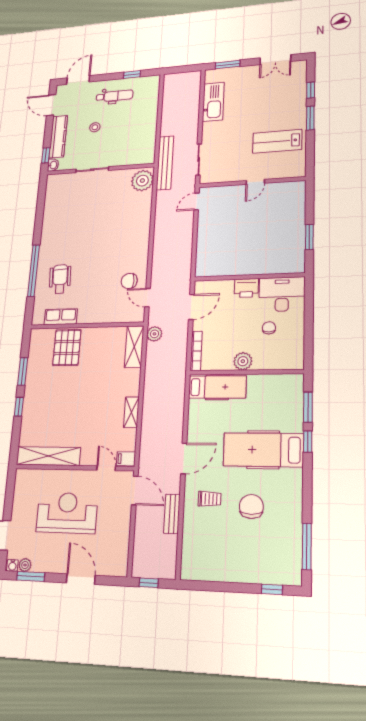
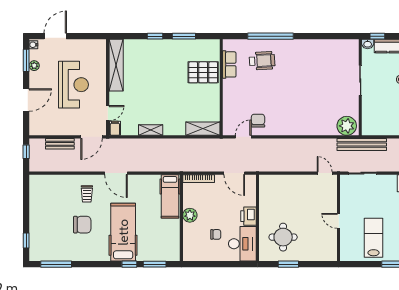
round table: (274, 245) -> (283, 237), added
plant: (154, 334) -> (213, 145), removed
bench: (172, 514) -> (60, 144), moved
plant: (25, 565) -> (34, 66), moved

